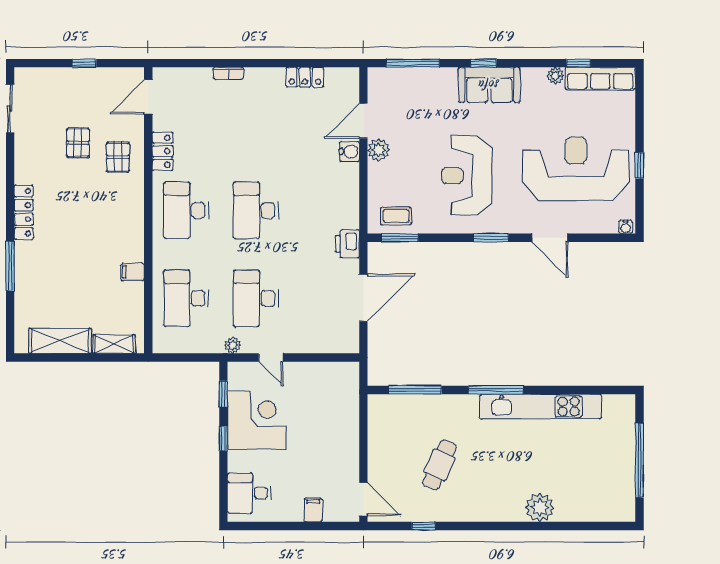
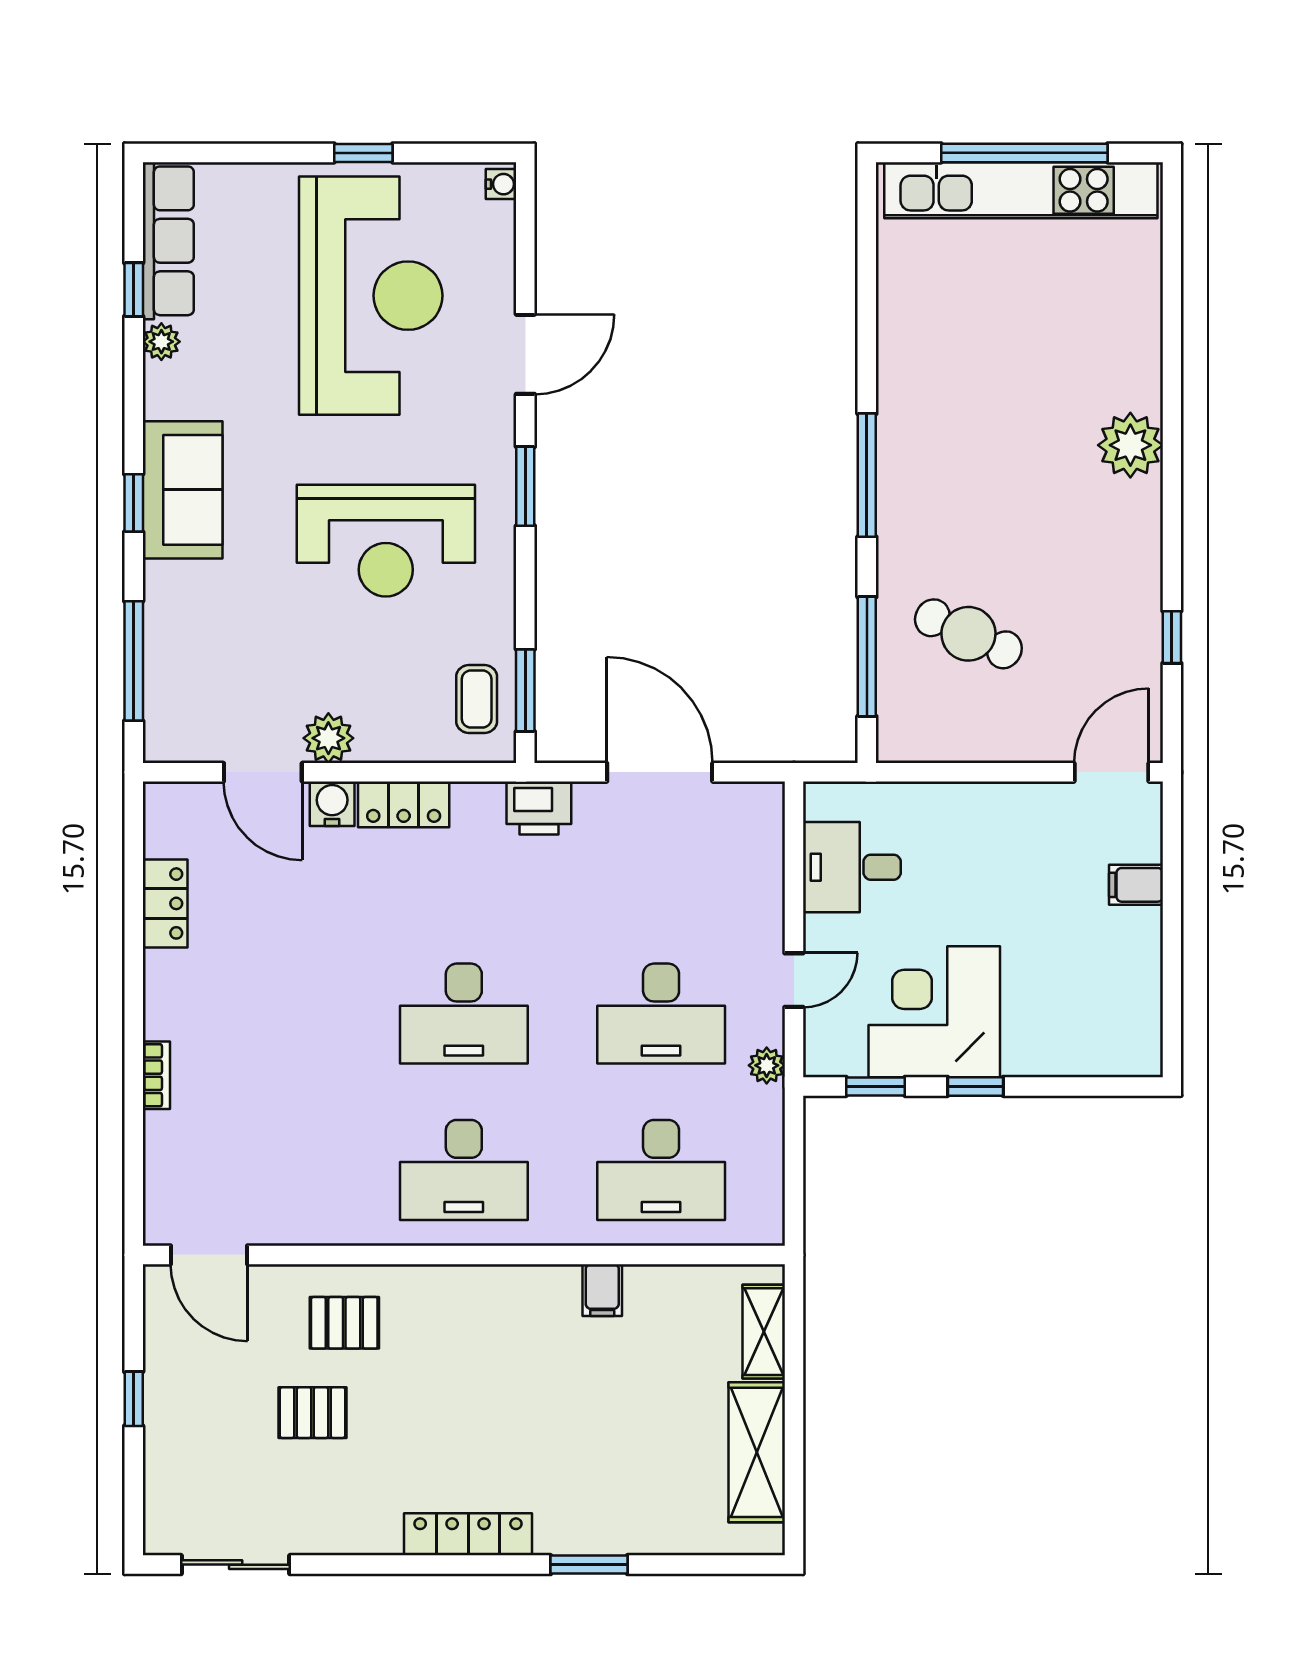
locker: (163, 151) -> (404, 804), moved, turned 180
reception desk: (576, 169) -> (371, 296), turned 180
window: (10, 266) -> (589, 1565), width x0.69
kitchen unit: (541, 407) -> (1021, 190), moved, turned 90
cafe table: (439, 465) -> (968, 634), moved
desk: (249, 493) -> (852, 867), moved, turned 90
plant: (540, 507) -> (1130, 445), moved

